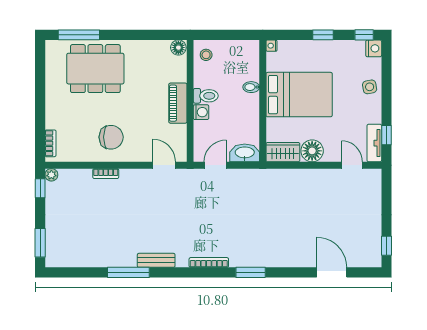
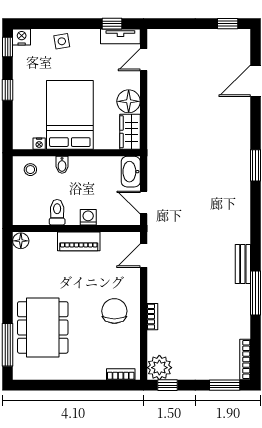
nightstand: (272, 46) -> (39, 144), moved
stool: (206, 55) -> (30, 170), moved
toilet: (206, 96) -> (57, 212), moved
plant: (51, 175) -> (159, 368), width x1.88, depth x1.88
bookcase: (209, 262) -> (245, 360), moved

